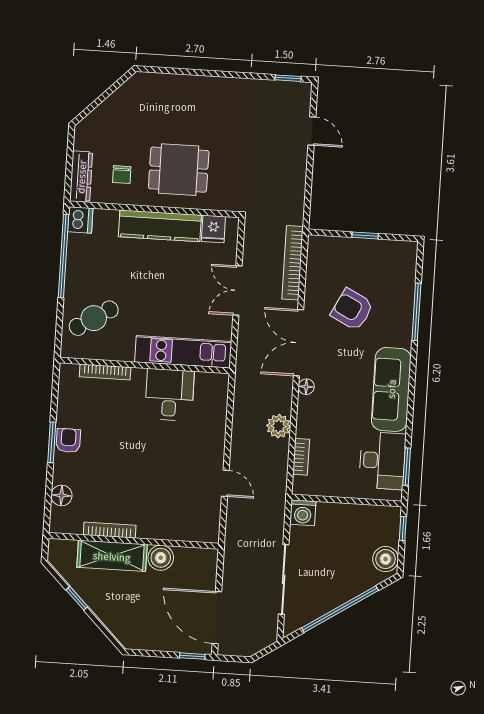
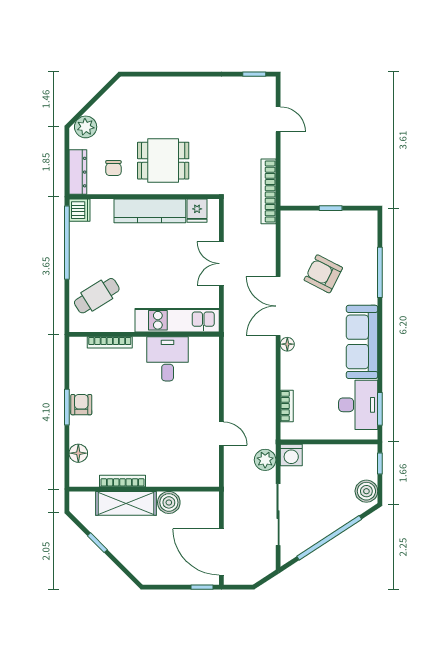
plant: (93, 126) -> (86, 127), added
bookcase: (293, 263) -> (268, 191), moved
plant: (279, 426) -> (265, 460), moved

